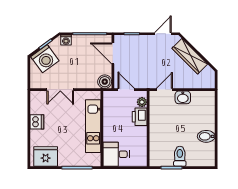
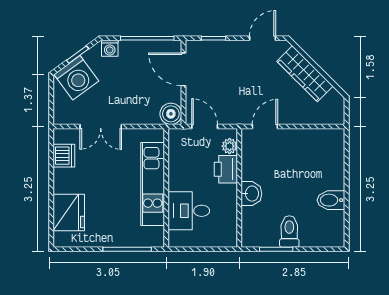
washbasin: (183, 97) -> (251, 194), moved, turned -90
dishwasher: (37, 122) -> (64, 156), moved
desk: (116, 154) -> (189, 211), moved
fridge: (46, 156) -> (69, 212), moved, turned 90

